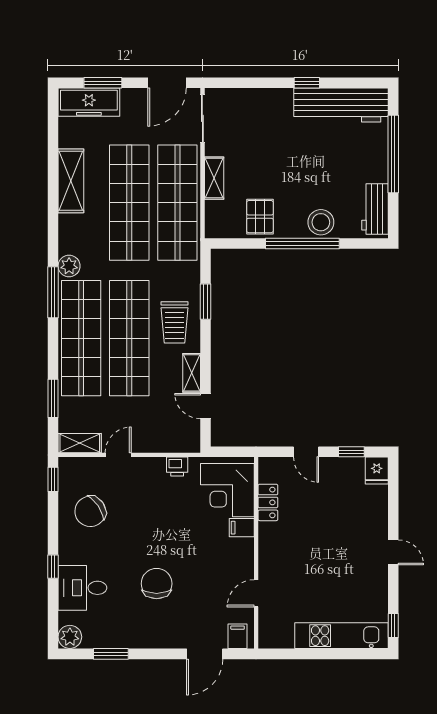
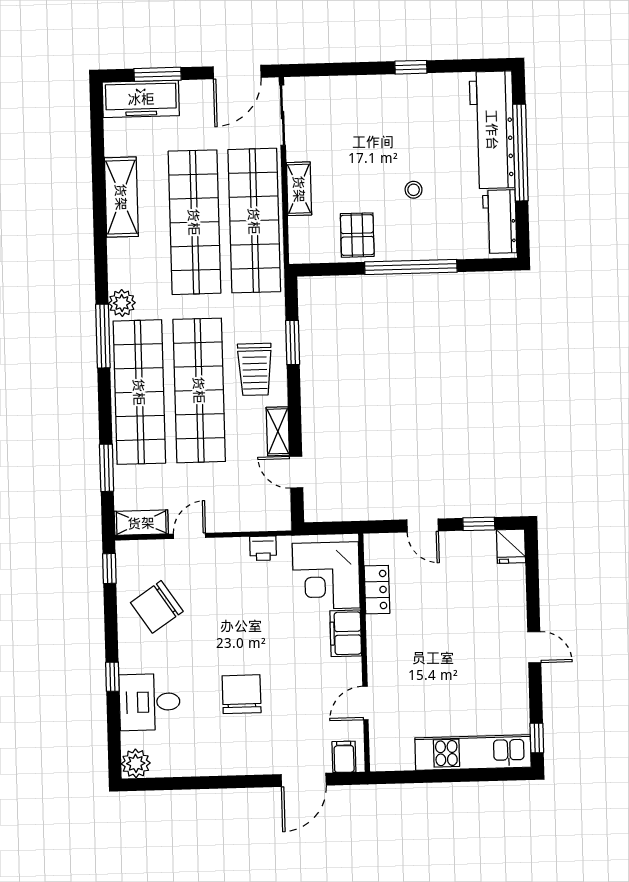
workbench: (341, 105) -> (492, 130), moved, turned 90
stool: (321, 222) -> (414, 190), moved, width x0.53, depth x0.53
filing cabinet: (242, 528) -> (346, 633), width x2.00
window: (111, 654) -> (187, 783), removed

